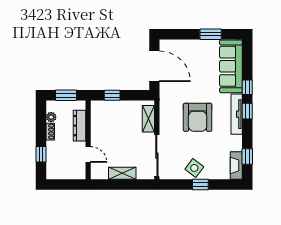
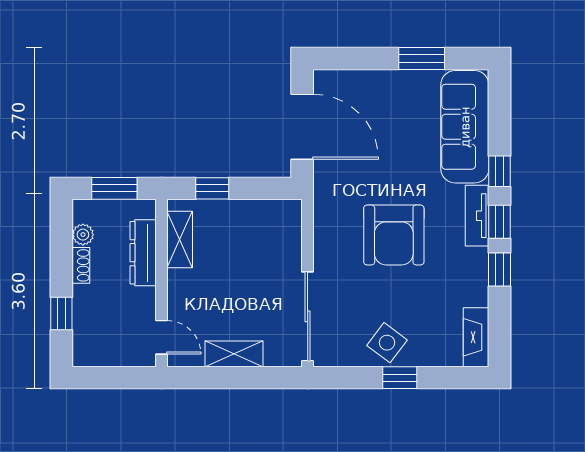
tv unit: (237, 114) -> (477, 216), width x0.71
shelving: (148, 119) -> (180, 240), moved
door: (88, 155) -> (161, 337), moved
window: (247, 157) -> (500, 269), moved

